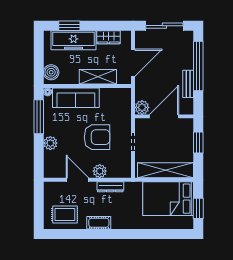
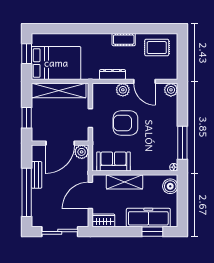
wardrobe: (108, 37) -> (103, 220), moved
sofa: (76, 98) -> (114, 161), moved, width x0.73
plant: (50, 143) -> (171, 90), moved

